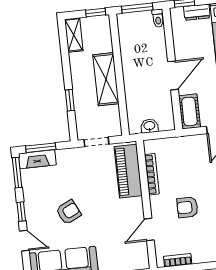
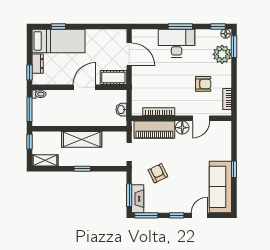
door: (173, 75) -> (84, 87), hinge flipped
window: (70, 100) -> (82, 169), moved
floor lamp: (135, 207) -> (182, 128), added
armchair: (187, 207) -> (203, 84), moved, turned -90
armchair: (68, 212) -> (158, 173), moved
door: (149, 230) -> (201, 118), hinge flipped

